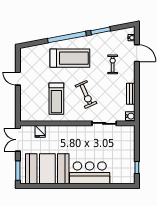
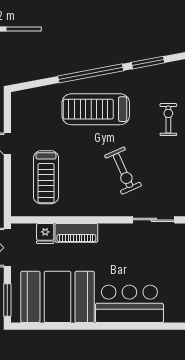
treadmill: (70, 58) -> (96, 109), turned 180
treadmill: (56, 99) -> (46, 177), moved
piano: (58, 131) -> (76, 233), added

